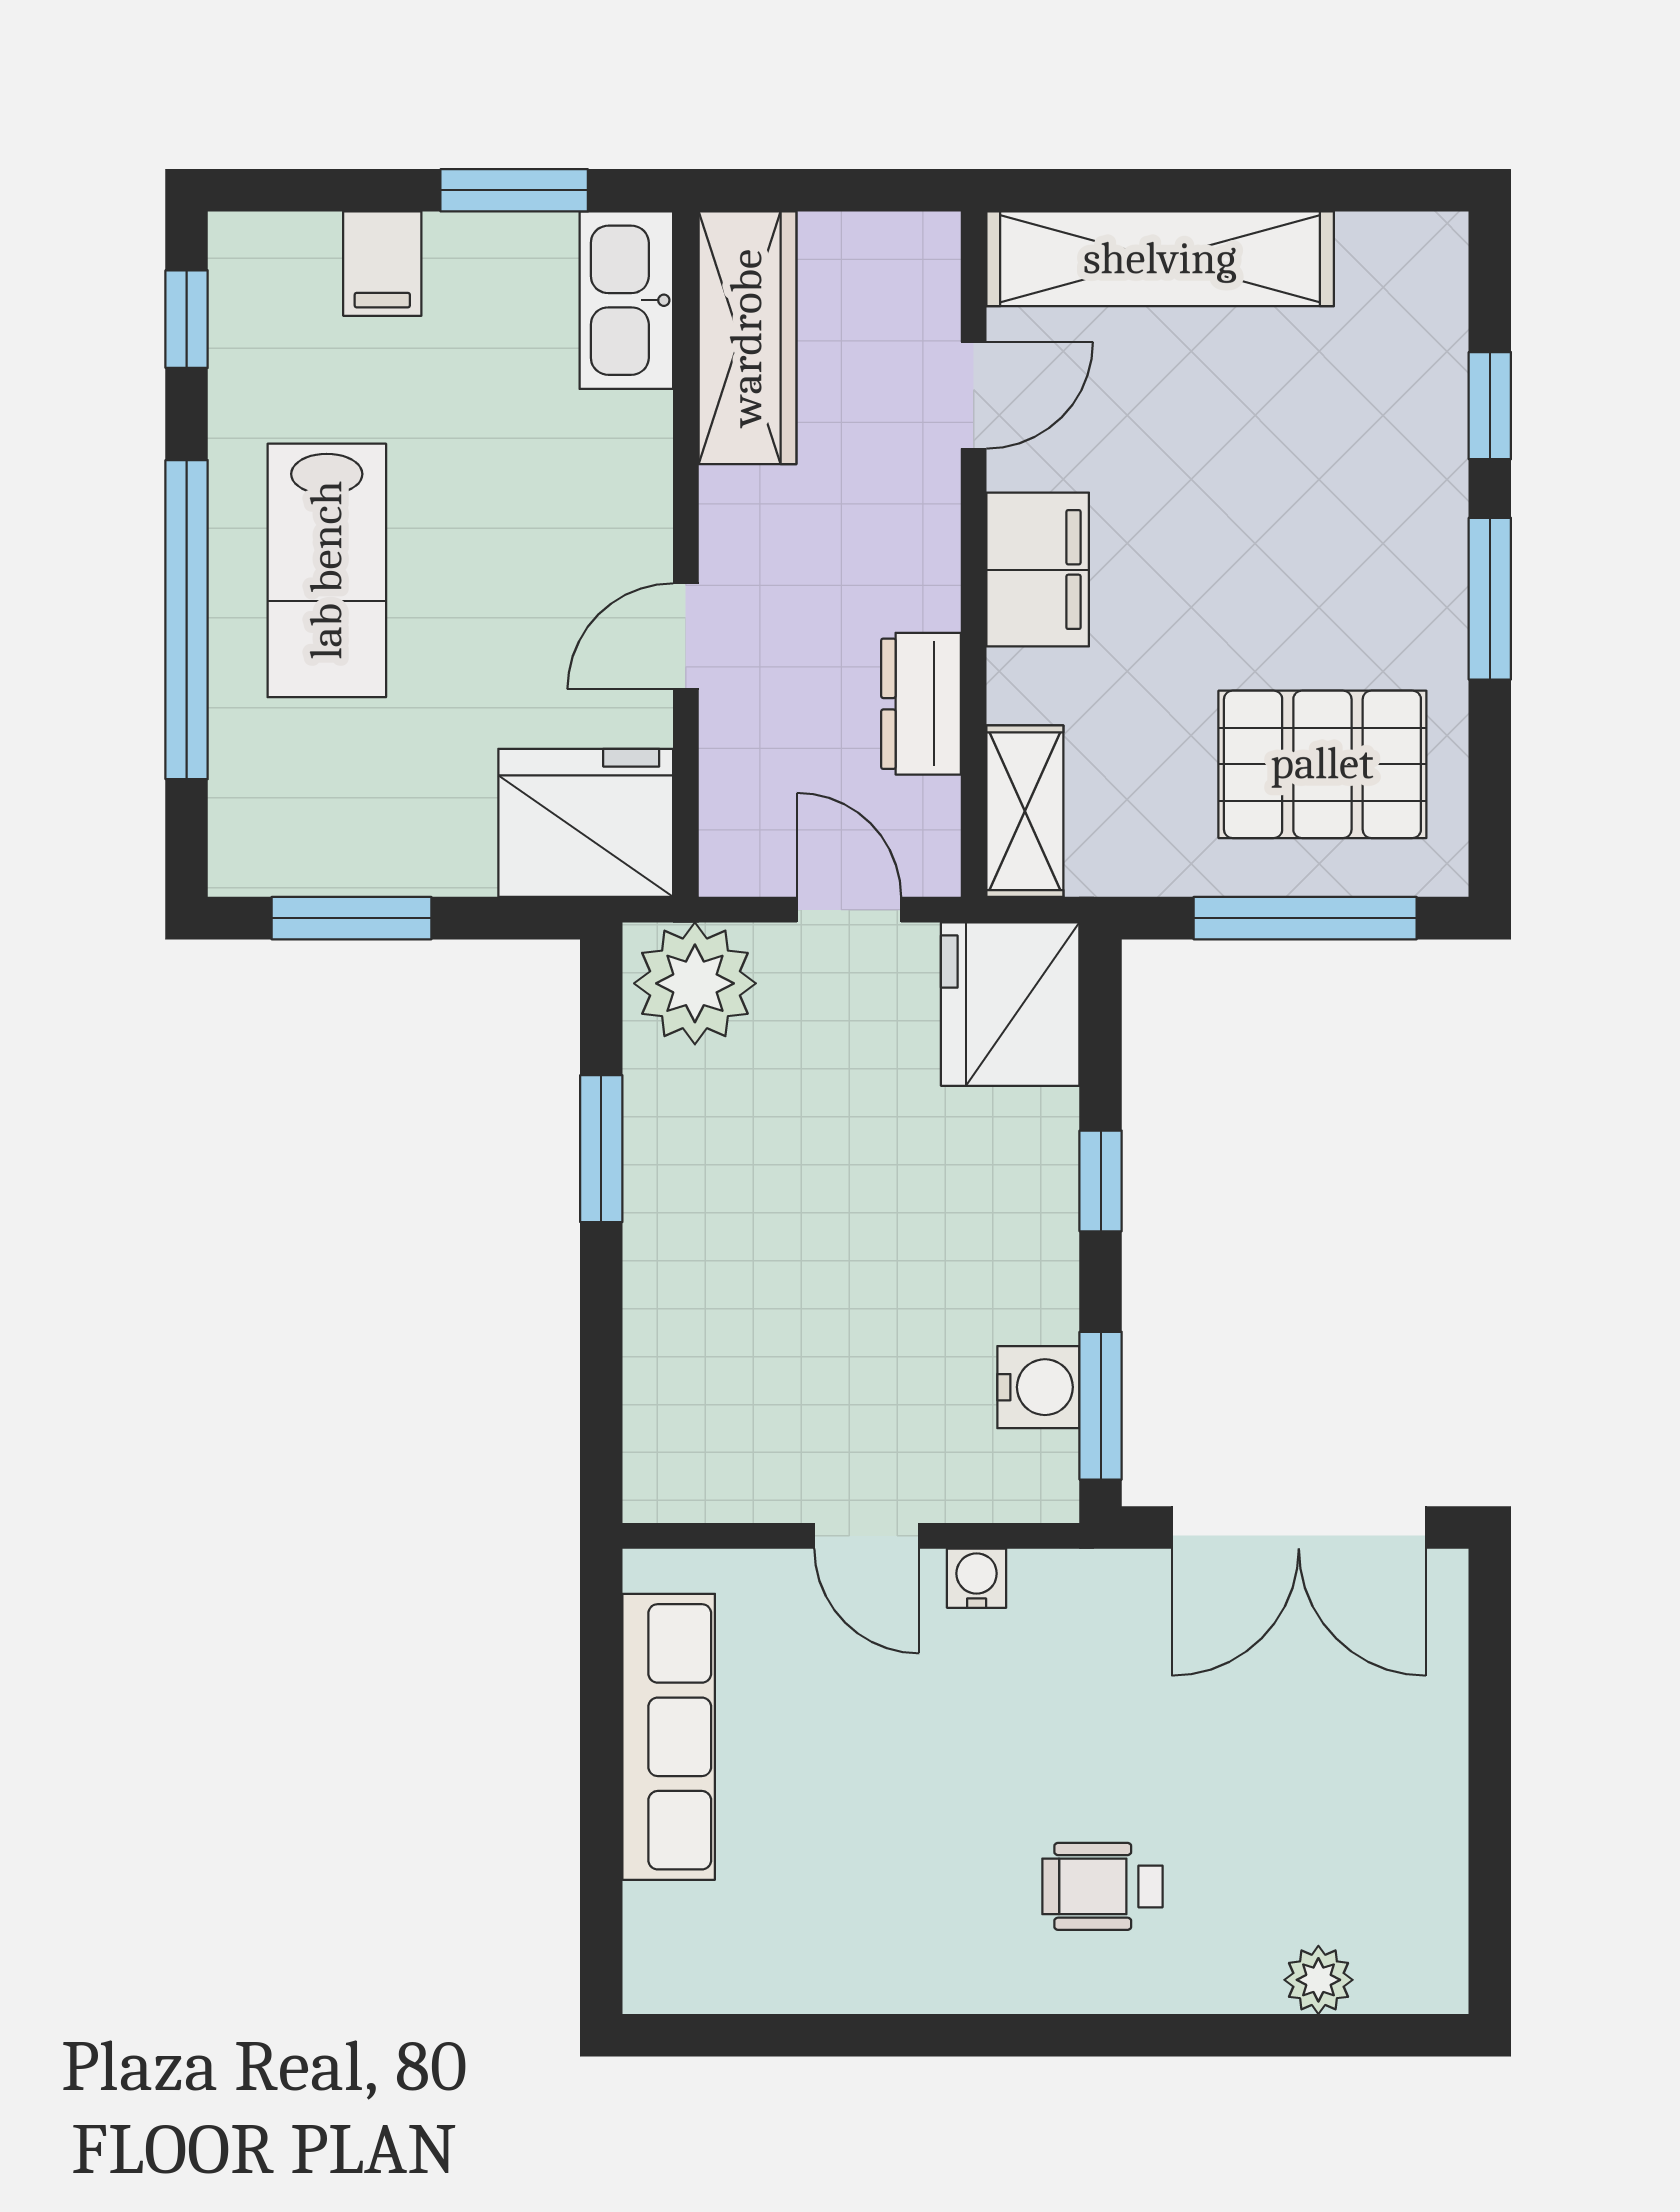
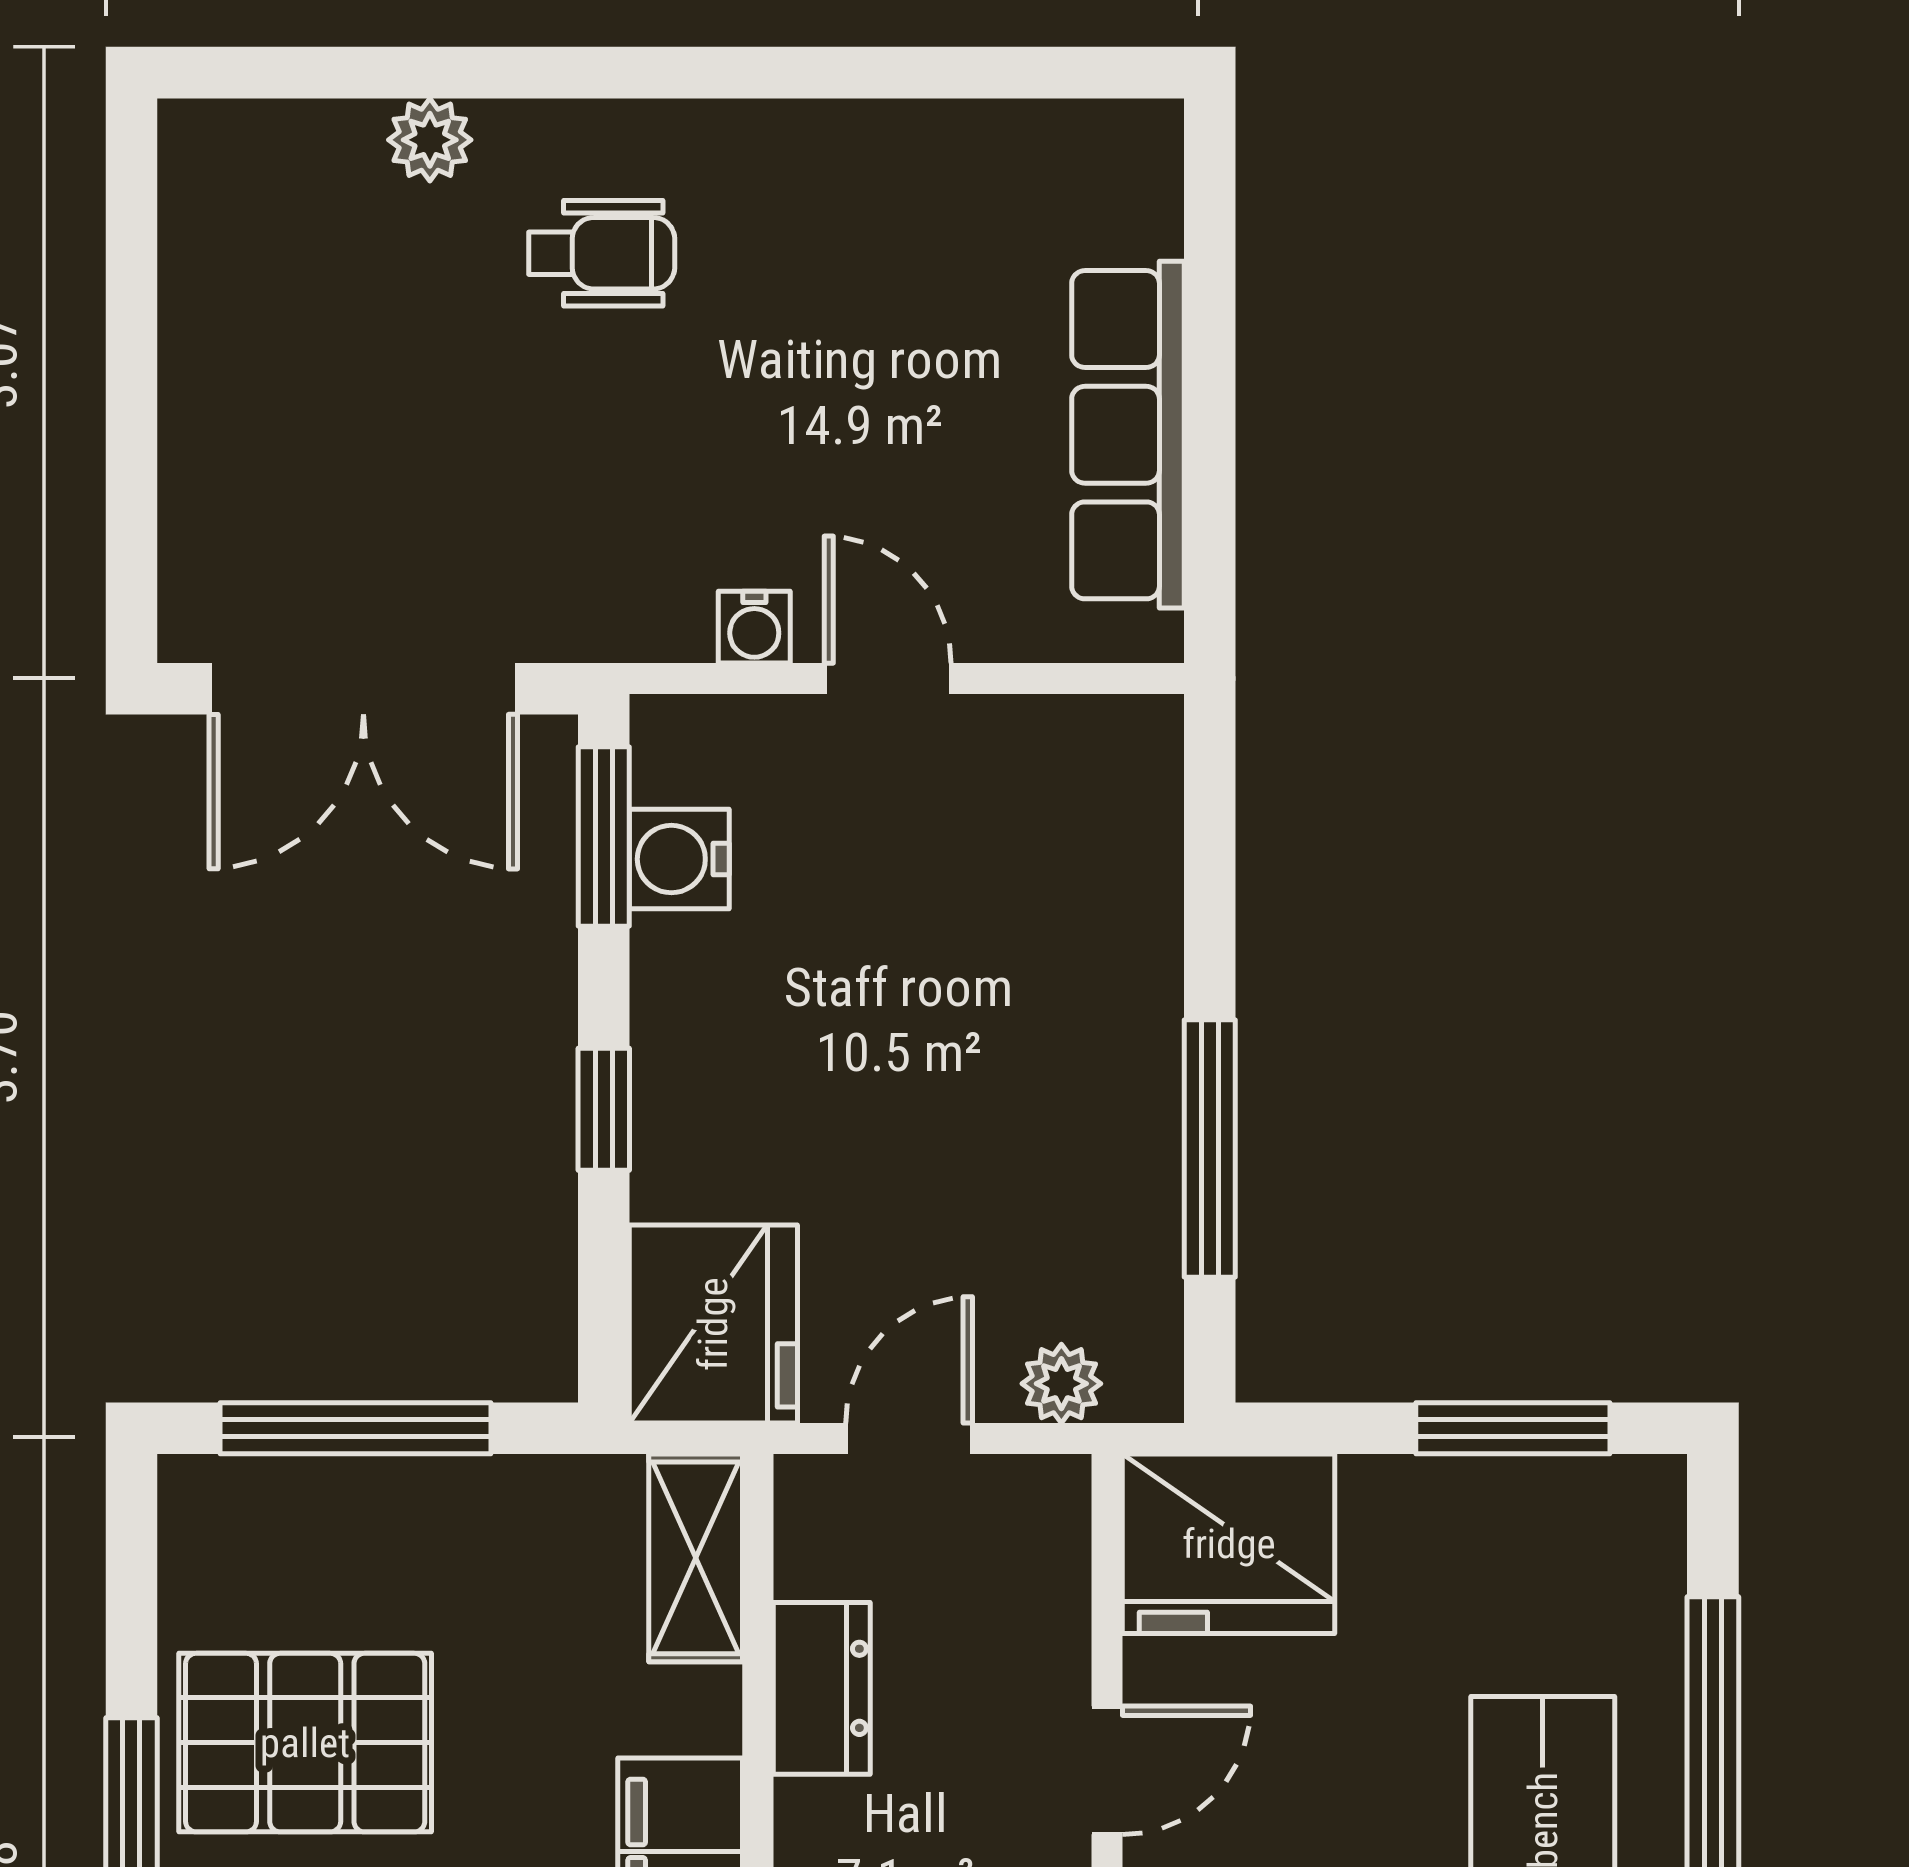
pallet: (1322, 764) -> (305, 1743), moved
door: (849, 910) -> (909, 1438), swing flipped
plant: (695, 983) -> (1061, 1384), width x0.53, depth x0.53
window: (601, 1149) -> (1210, 1148), width x1.44
double door: (1299, 1527) -> (363, 689), swing flipped
plant: (1318, 1980) -> (430, 140), moved

